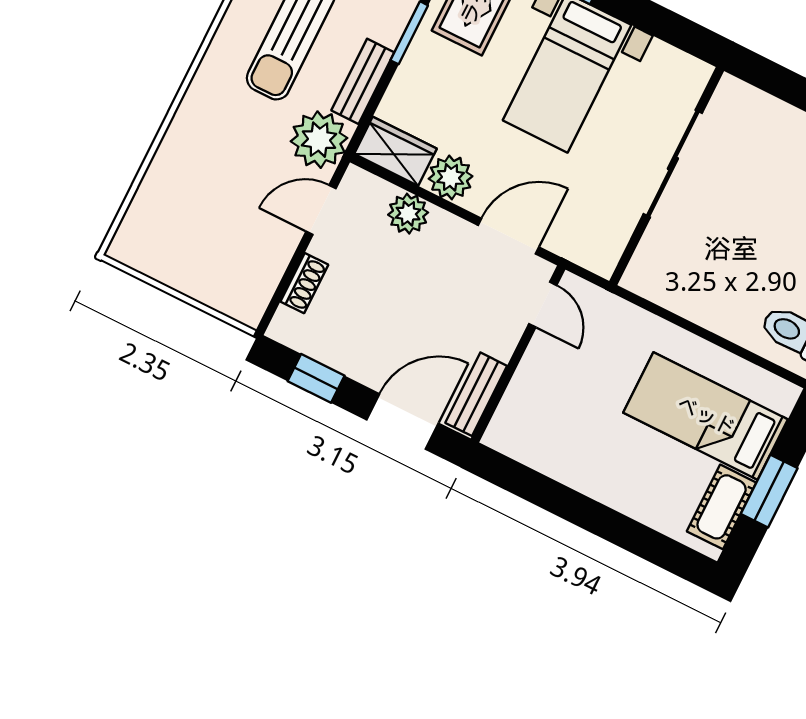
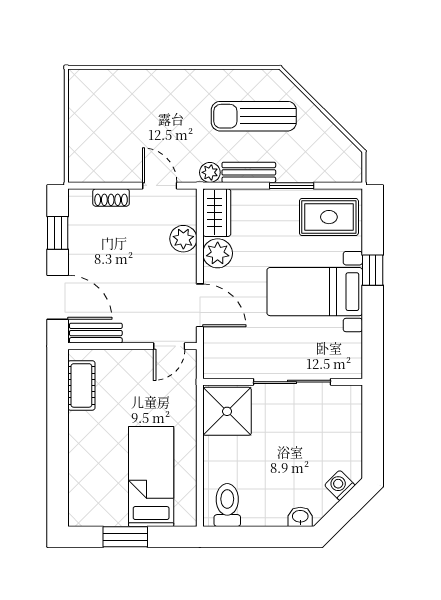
plant: (319, 140) -> (210, 172), width x0.53, depth x0.53
shower: (669, 271) -> (227, 411), added
cot: (722, 507) -> (81, 385), moved, turned 90

